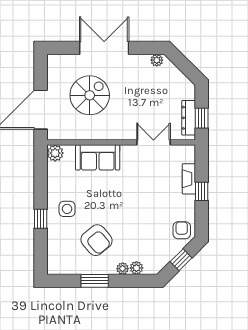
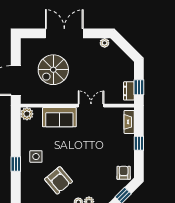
spiral stairs: (90, 95) -> (53, 70), turned 180
dresser: (189, 118) -> (129, 91), width x0.70
double door: (153, 142) -> (91, 106), moved
fireplace: (189, 179) -> (129, 122), moved

